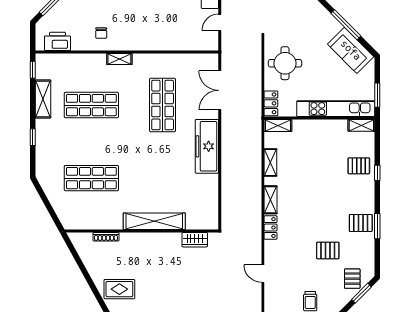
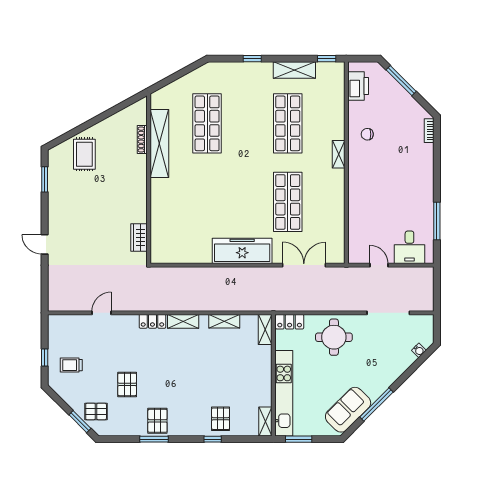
shop shelf: (163, 105) -> (288, 202), turned 90
shelving: (154, 221) -> (159, 144), moved

